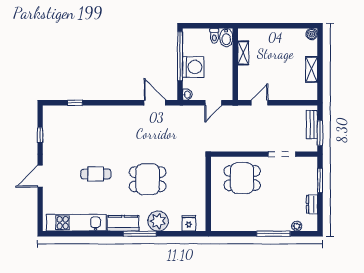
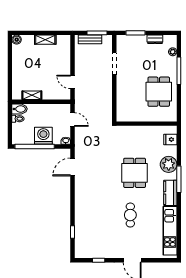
dining table: (242, 178) -> (159, 92), moved

